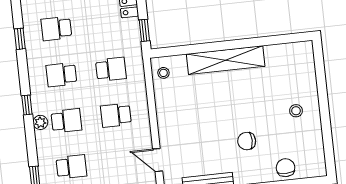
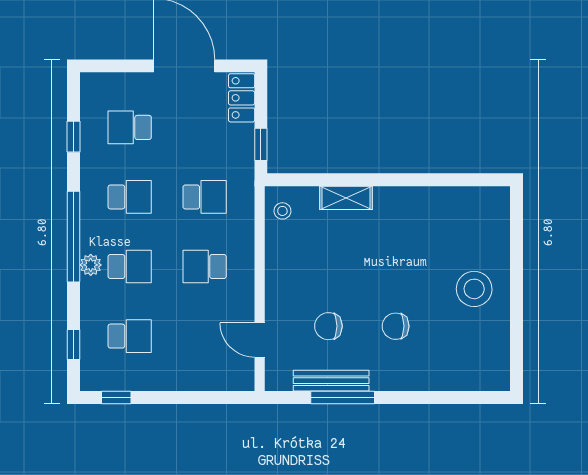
shelving: (226, 60) -> (346, 198), width x0.45, depth x0.75
school desk: (61, 75) -> (130, 197), turned 180
window: (27, 105) -> (73, 237), width x3.17
stool: (296, 111) -> (474, 289), width x1.89, depth x1.89
chair: (286, 168) -> (328, 326), moved, turned -90

